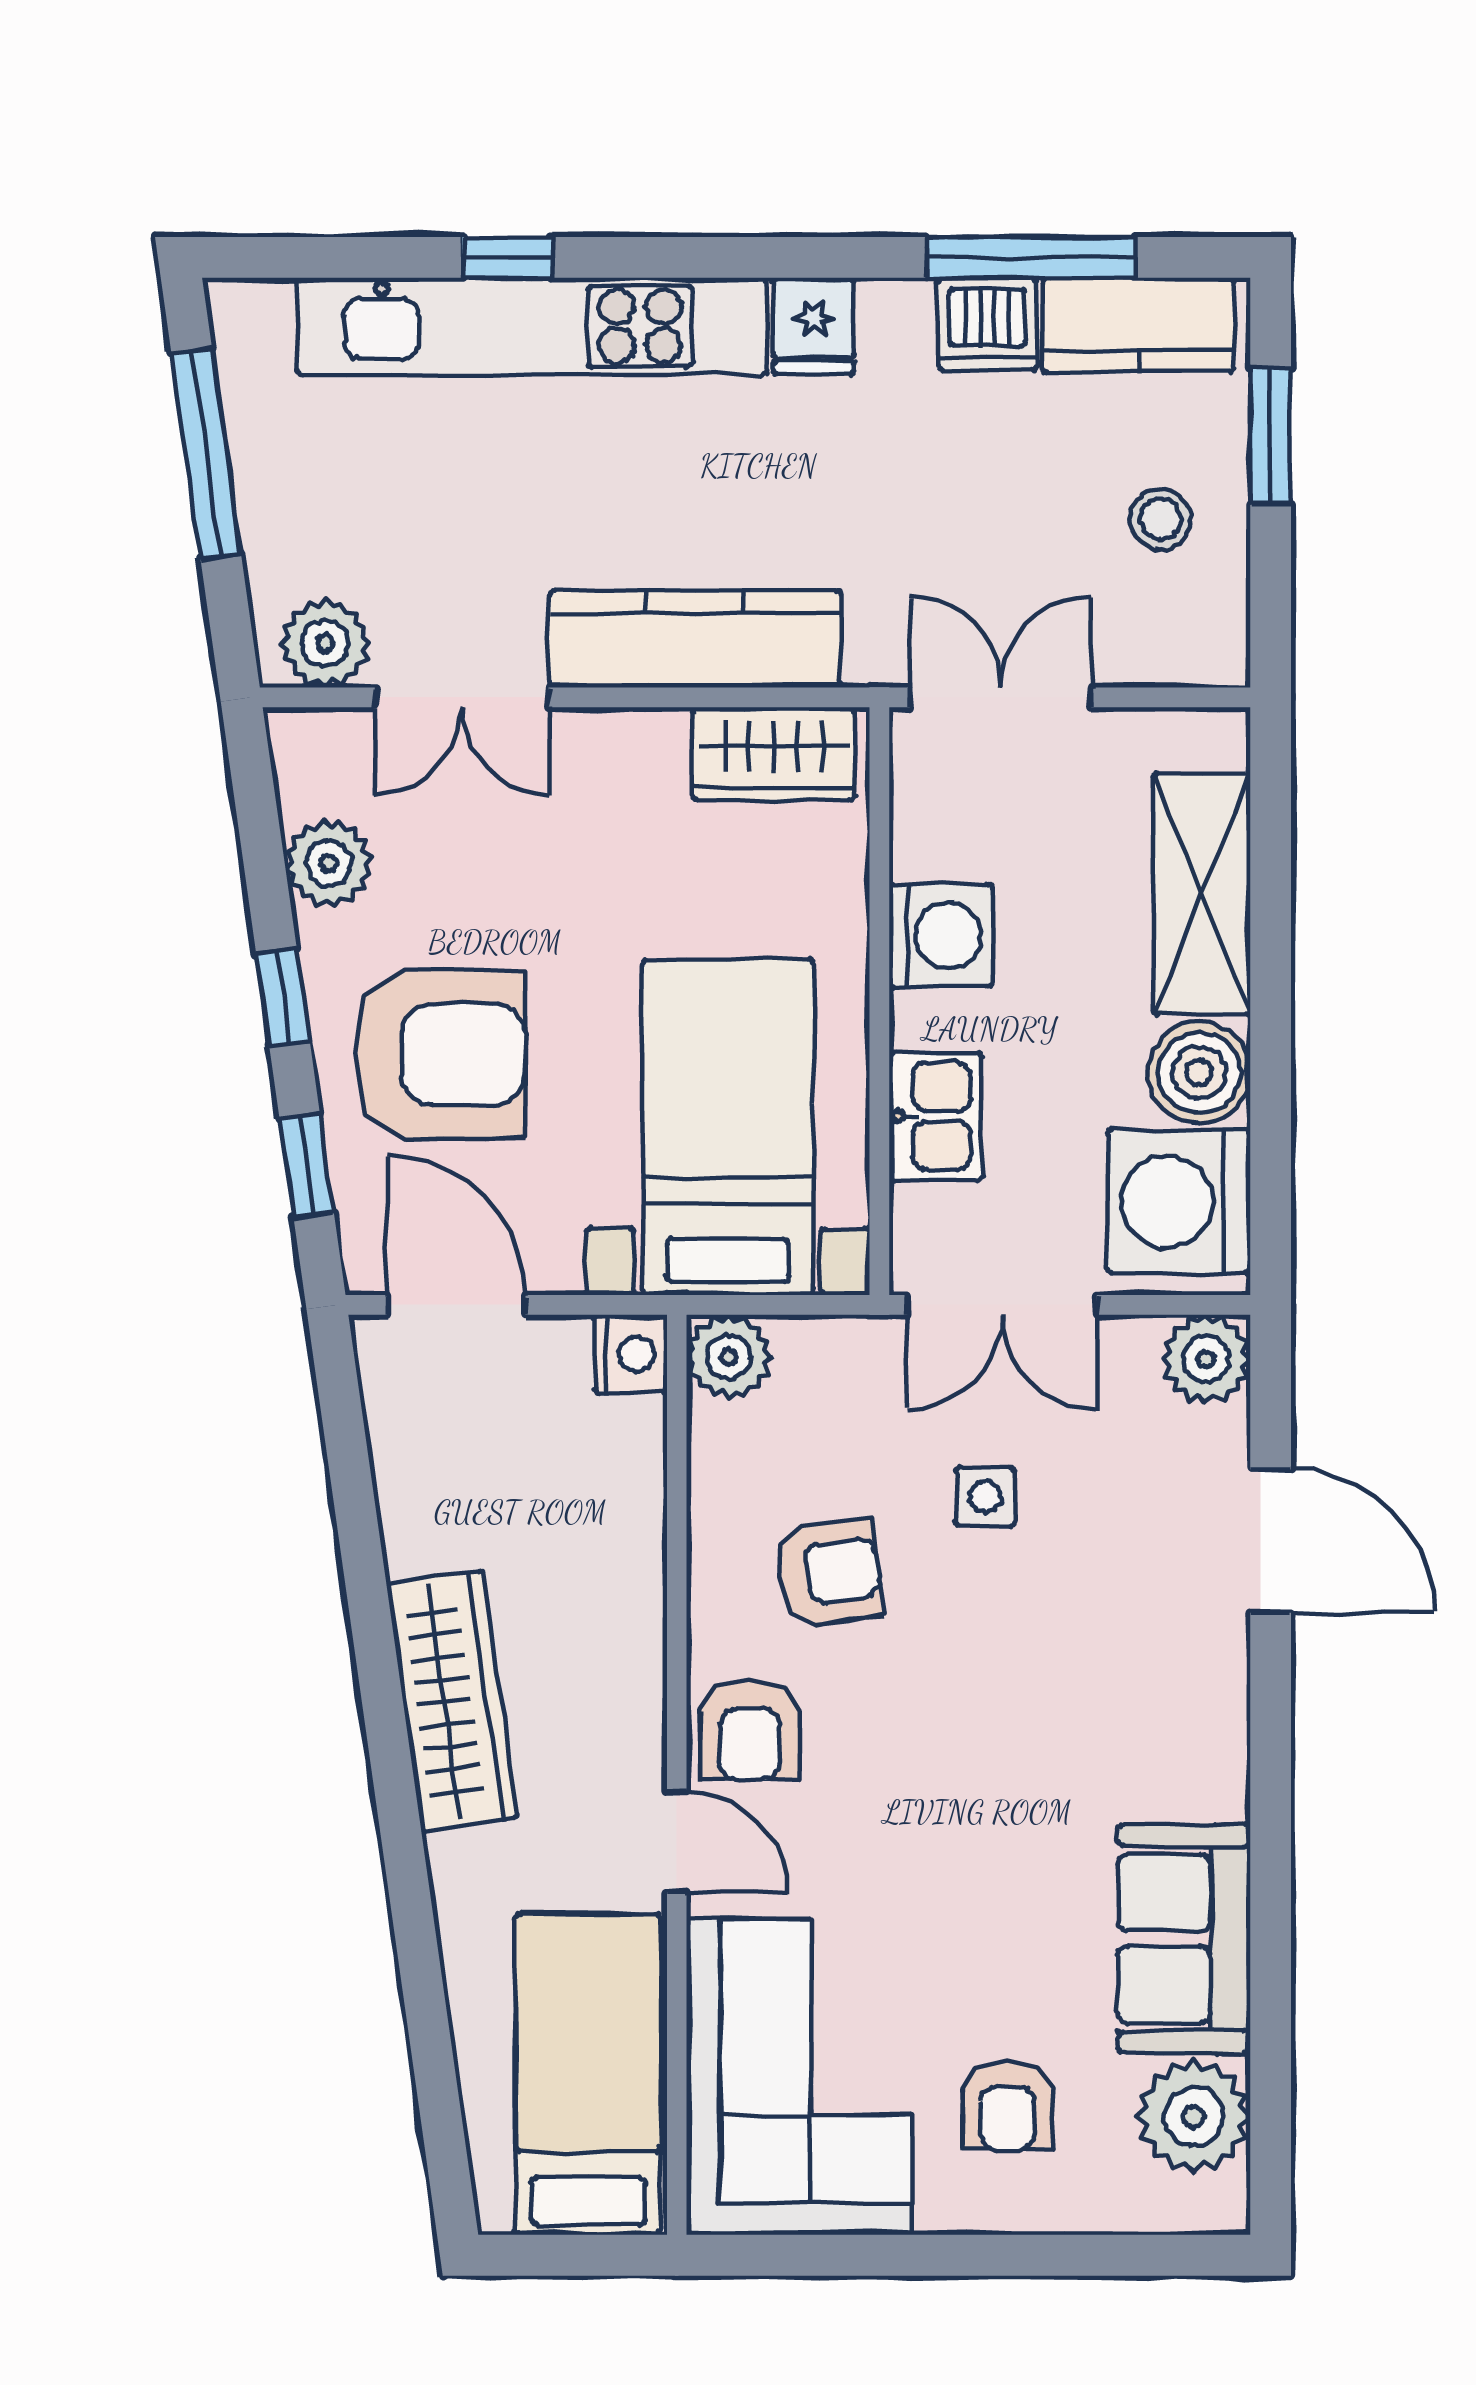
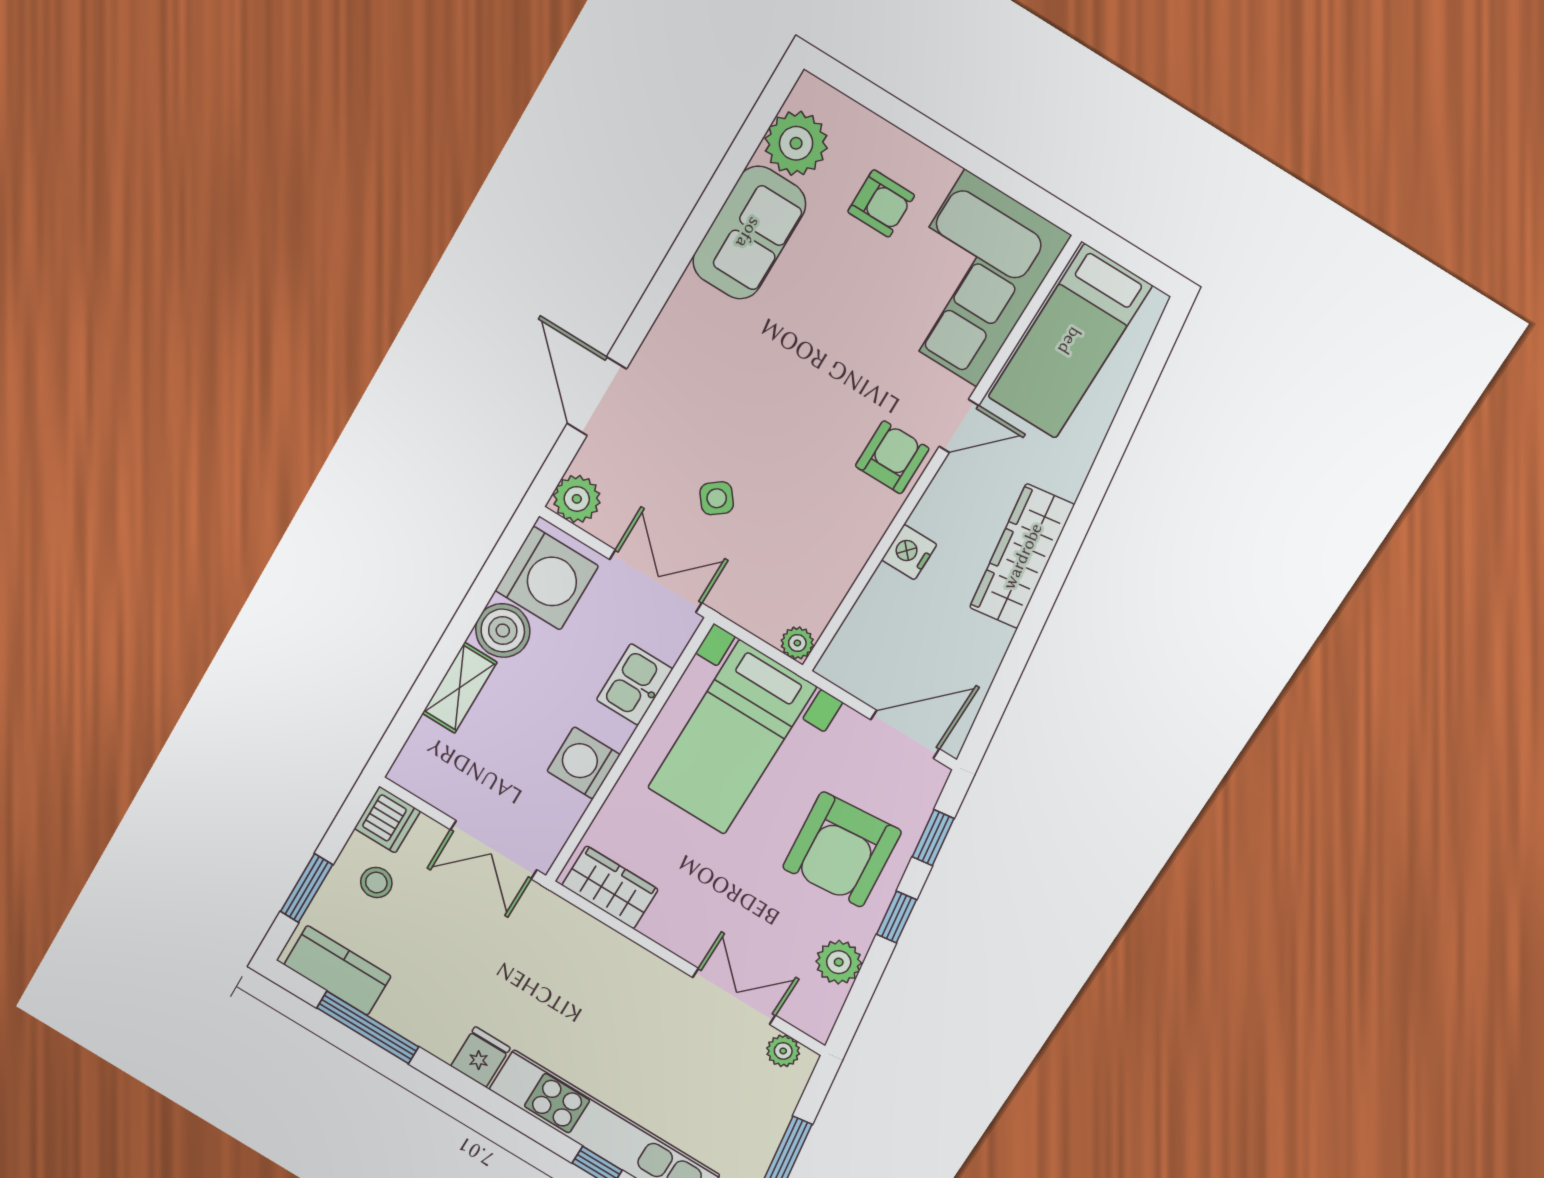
dishwasher: (987, 324) -> (387, 820), moved, turned 90
kitchen counter: (695, 639) -> (615, 958), removed
plant: (325, 643) -> (783, 1051), width x0.73, depth x0.73
shelving: (1202, 894) -> (460, 688), width x0.67, depth x0.75
armchair: (439, 1054) -> (842, 849), turned -95
door: (456, 1305) -> (905, 734), swing flipped
nightstand: (631, 1354) -> (909, 552), moved
plant: (729, 1357) -> (797, 643), width x0.73, depth x0.73
side table: (985, 1497) -> (717, 498), turned -38
armchair: (828, 1573) -> (811, 508), removed
door: (677, 1842) -> (959, 426), swing flipped
armchair: (1008, 2106) -> (881, 203), turned 90

